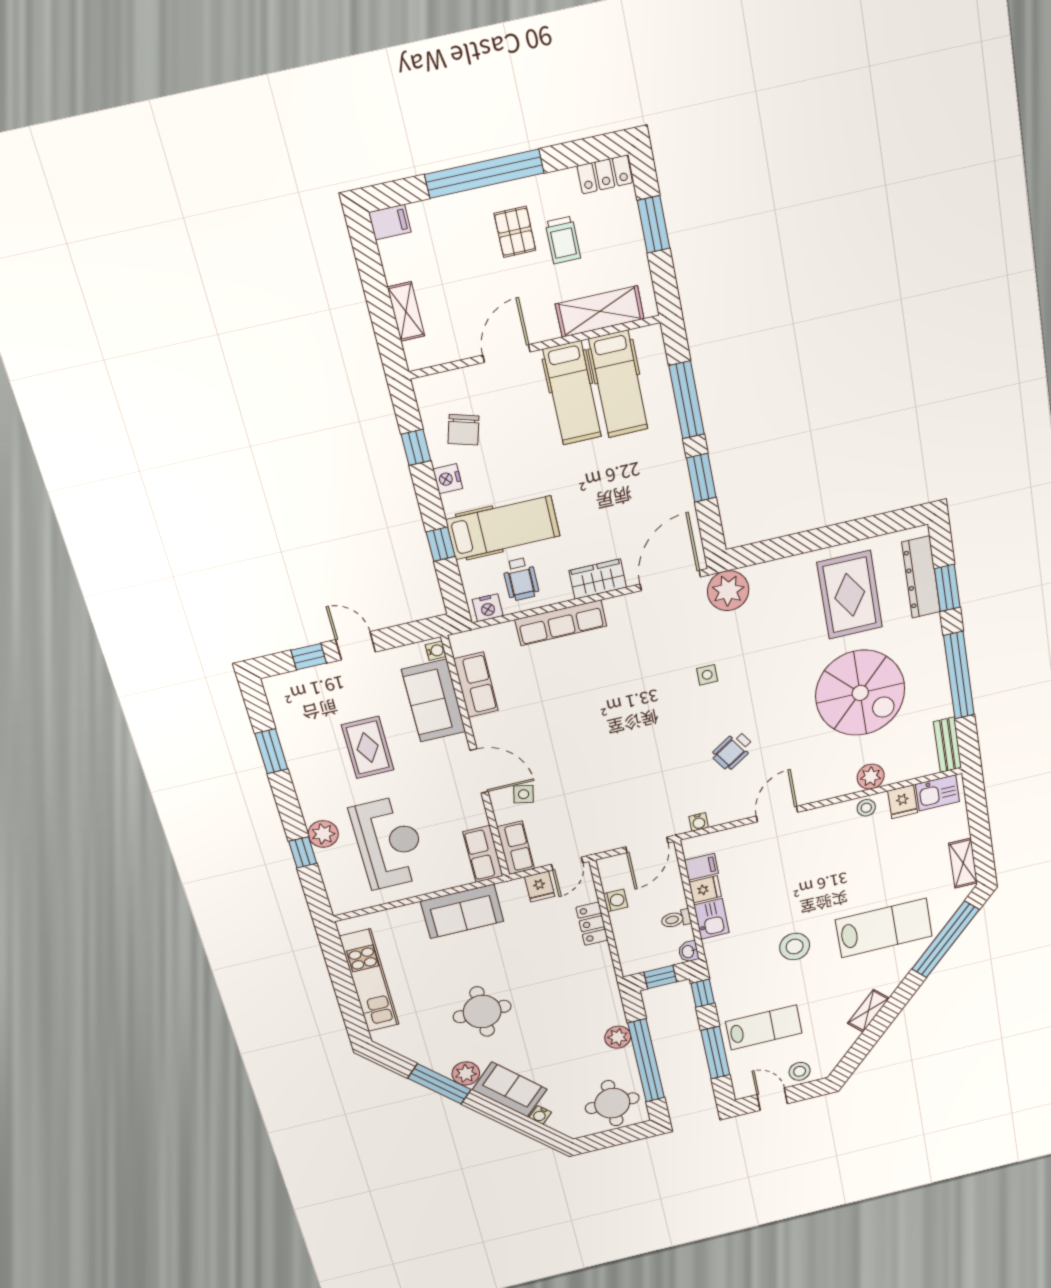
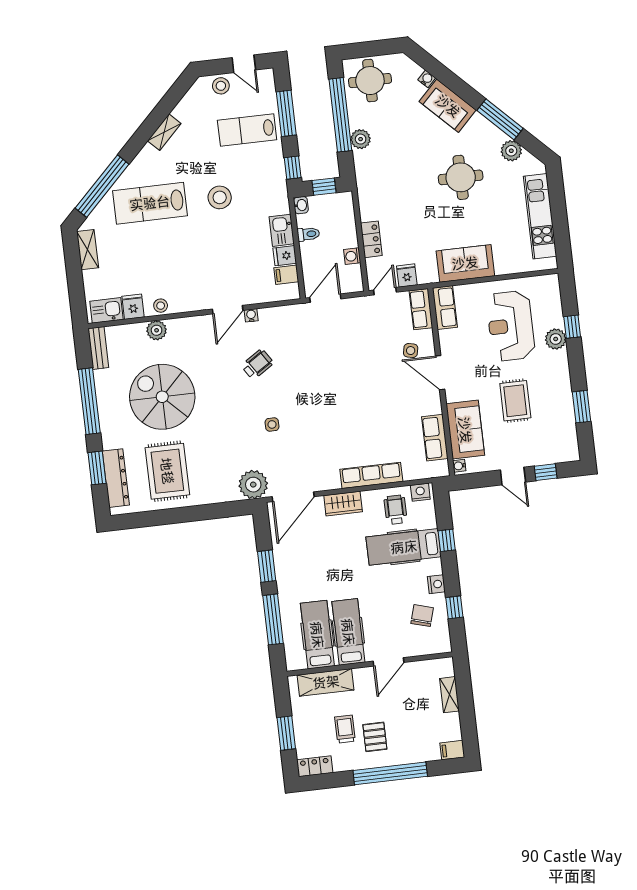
water cooler: (699, 822) -> (251, 315), moved
plant: (466, 1073) -> (511, 151), moved

